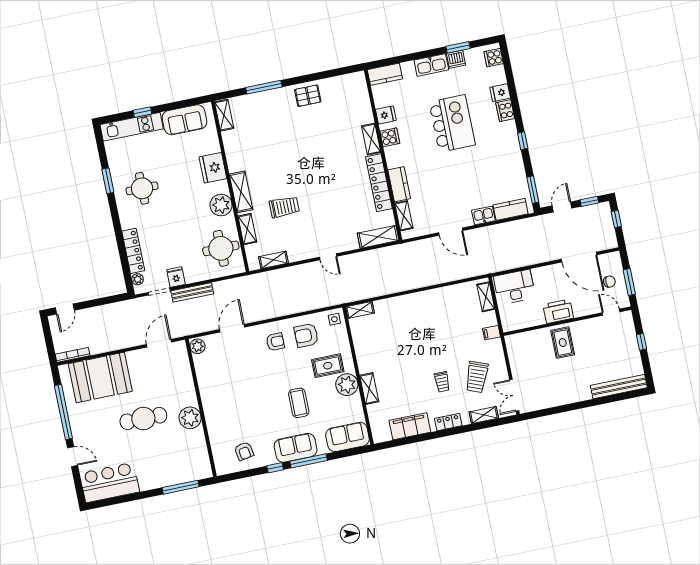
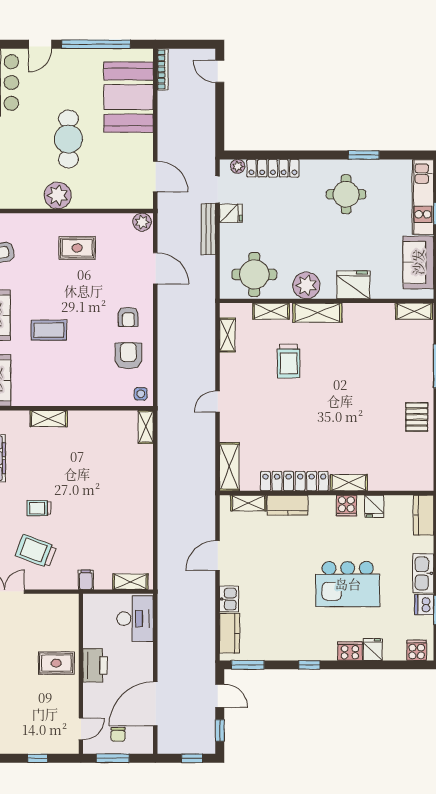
rug: (328, 366) -> (77, 248), moved, turned 90
plant: (347, 385) -> (59, 393), removed

